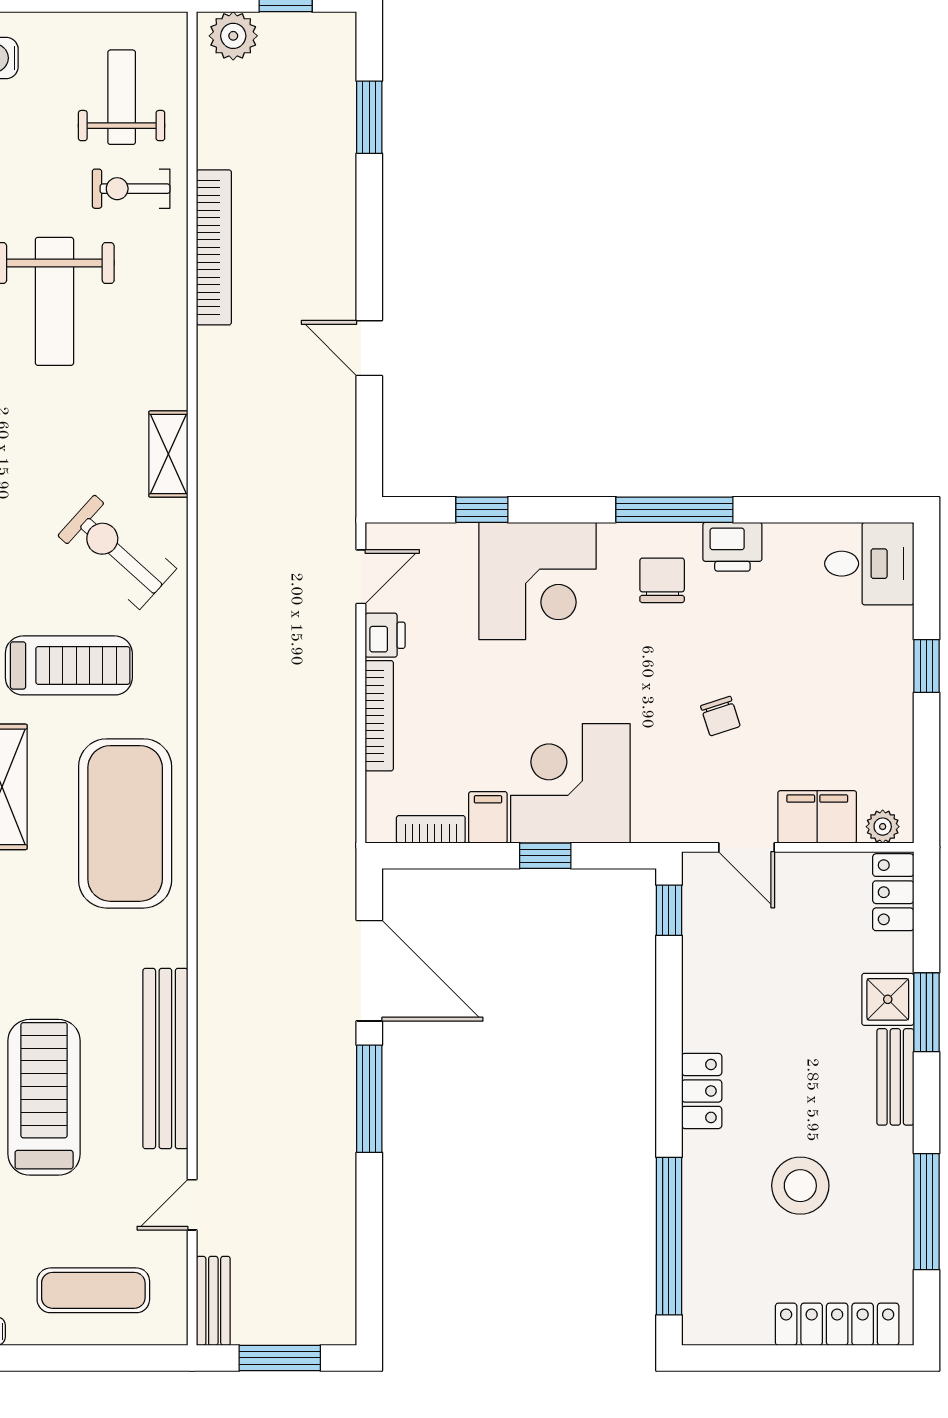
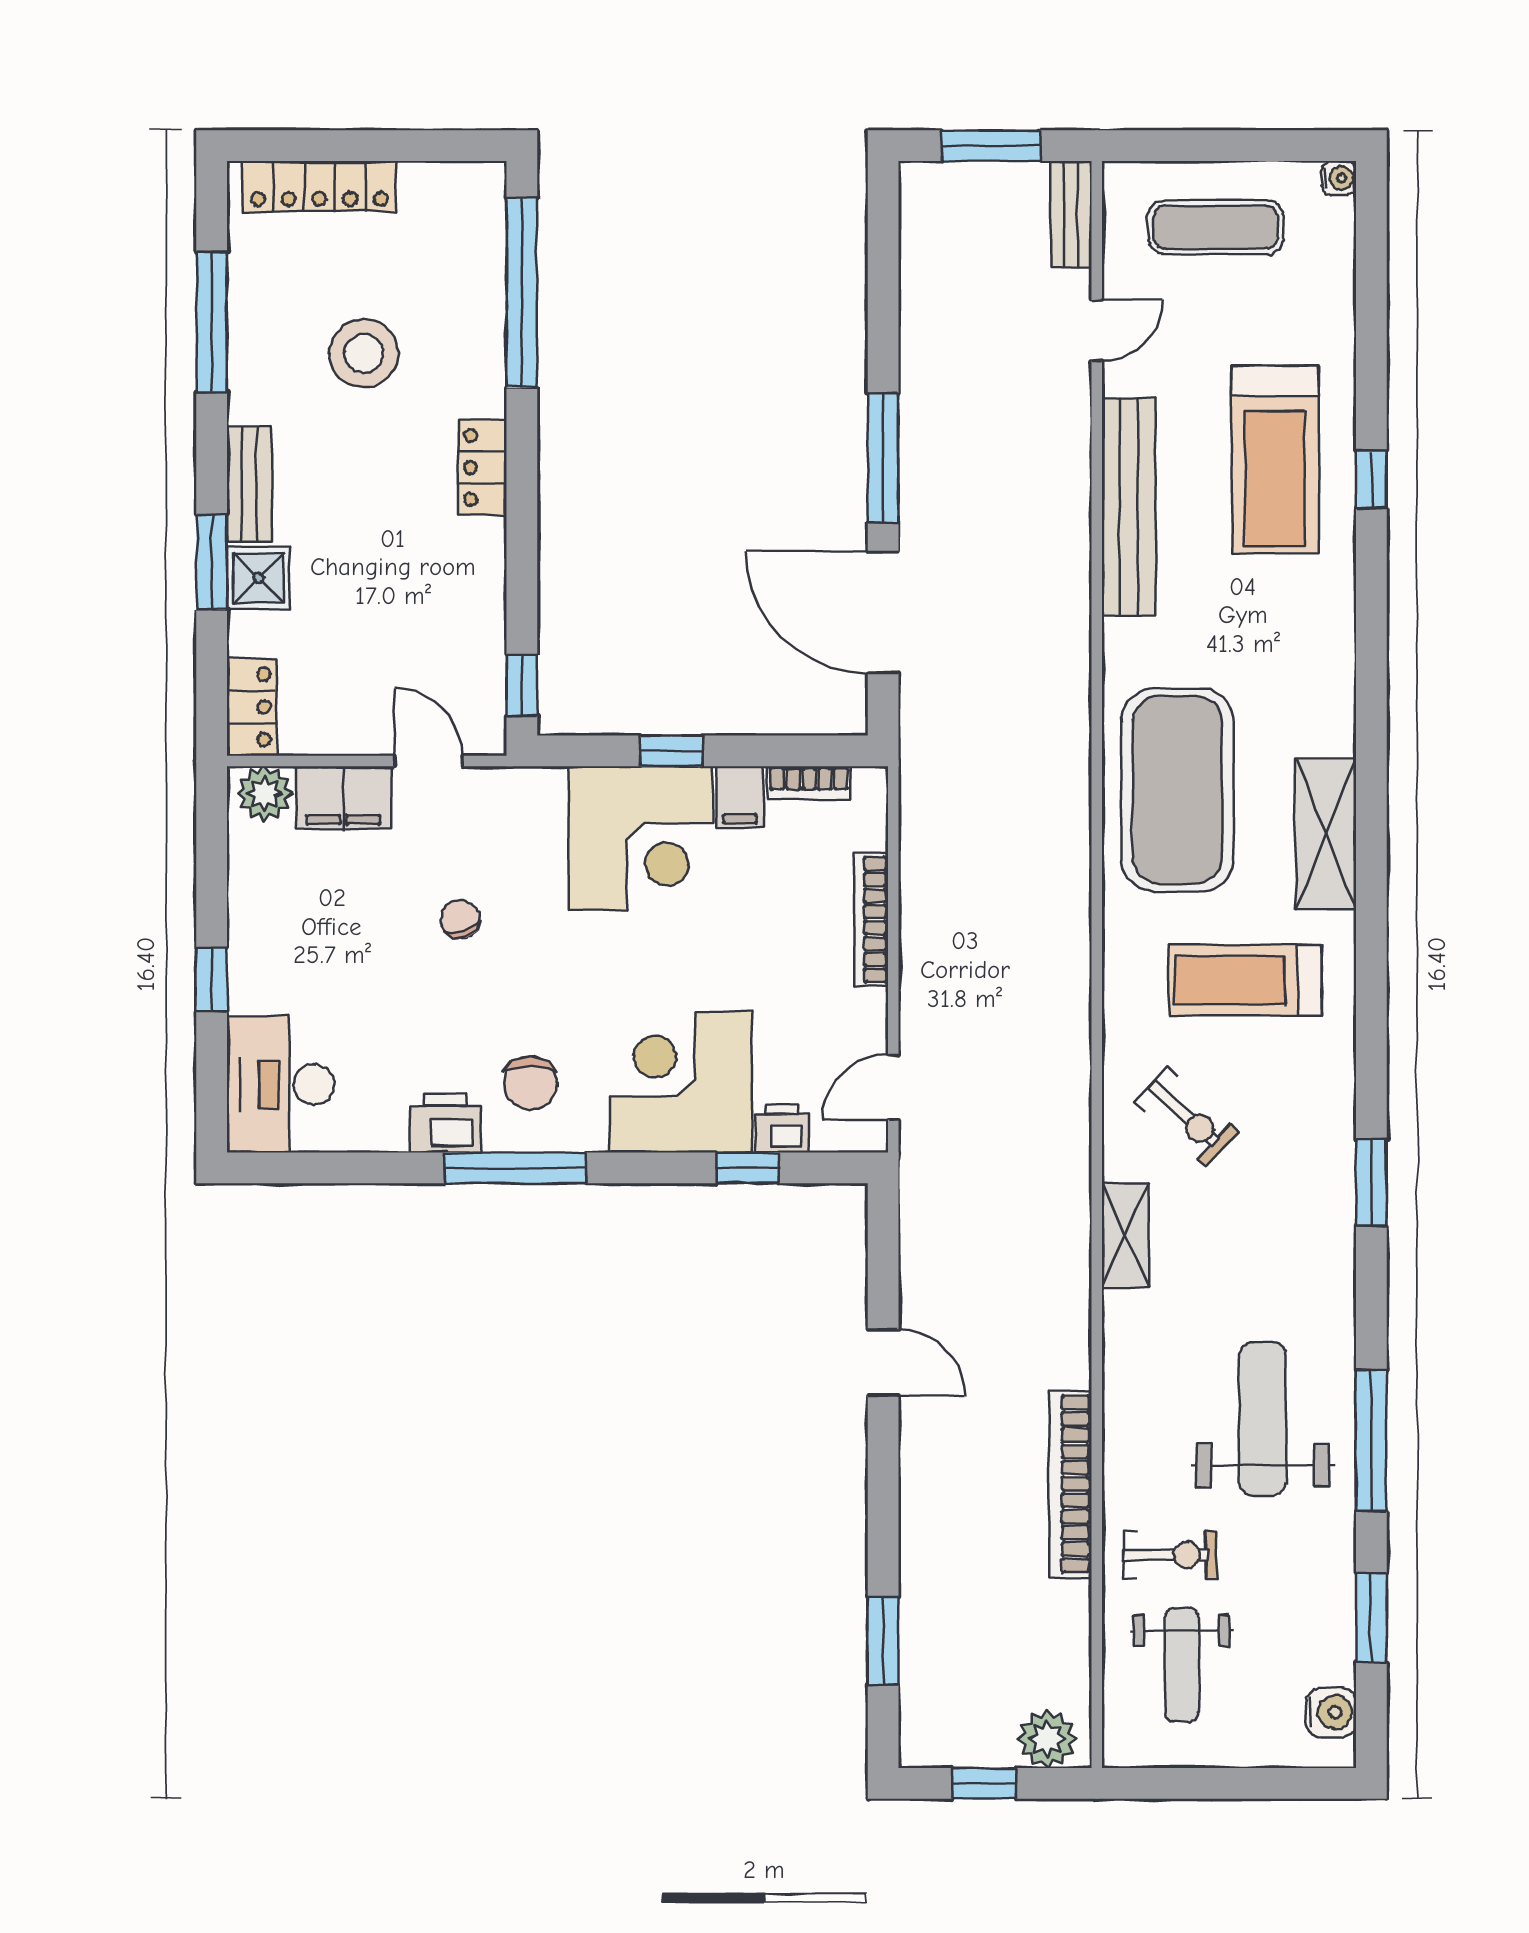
exercise bike: (117, 552) -> (1187, 1117), width x0.73, depth x0.72
desk: (869, 564) -> (281, 1084), width x1.37
printer: (385, 635) -> (782, 1129), moved, turned 90
plant: (883, 827) -> (264, 794), width x1.38, depth x1.38

